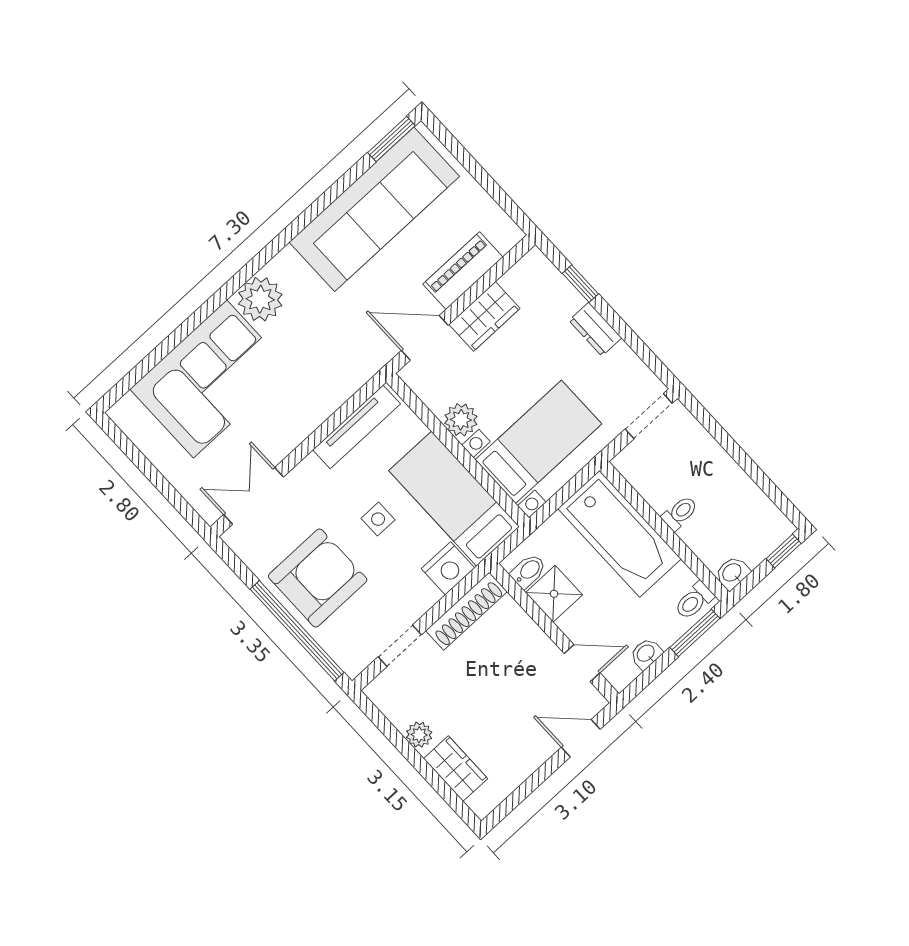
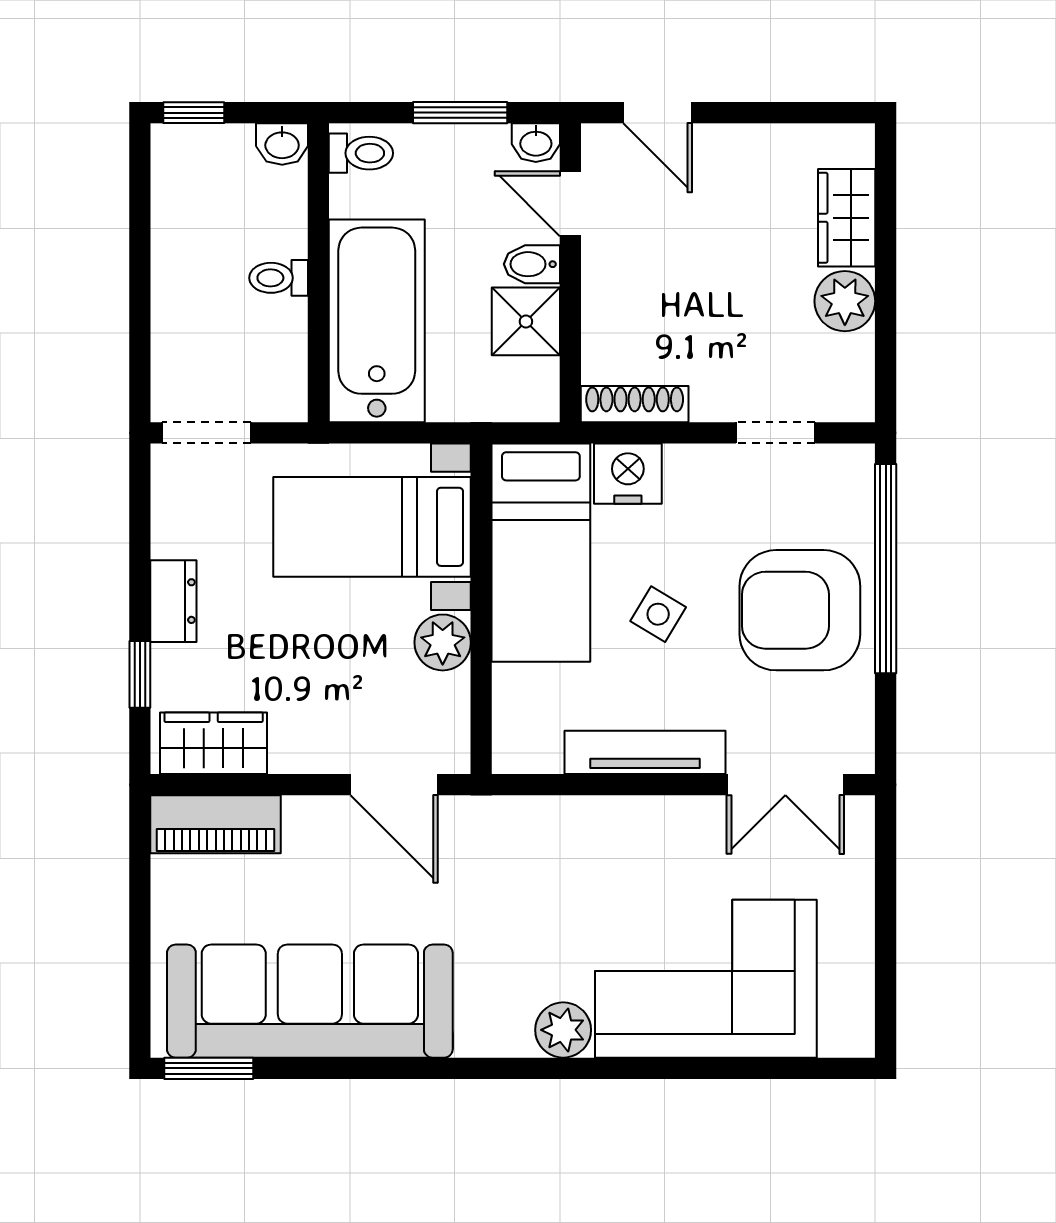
piano: (463, 271) -> (216, 824), moved
plant: (260, 299) -> (563, 1030), width x0.73, depth x0.73
wardrobe: (484, 316) -> (214, 743), moved
tv unit: (357, 427) -> (645, 752), moved
side table: (378, 519) -> (658, 614), turned 31
bidet: (528, 571) -> (532, 264), moved
shoe rack: (466, 611) -> (635, 404), width x0.74, depth x0.81
window: (695, 633) -> (460, 113), moved
washbasin: (646, 654) -> (536, 143), moved
plant: (419, 735) -> (845, 301), width x1.38, depth x1.38

